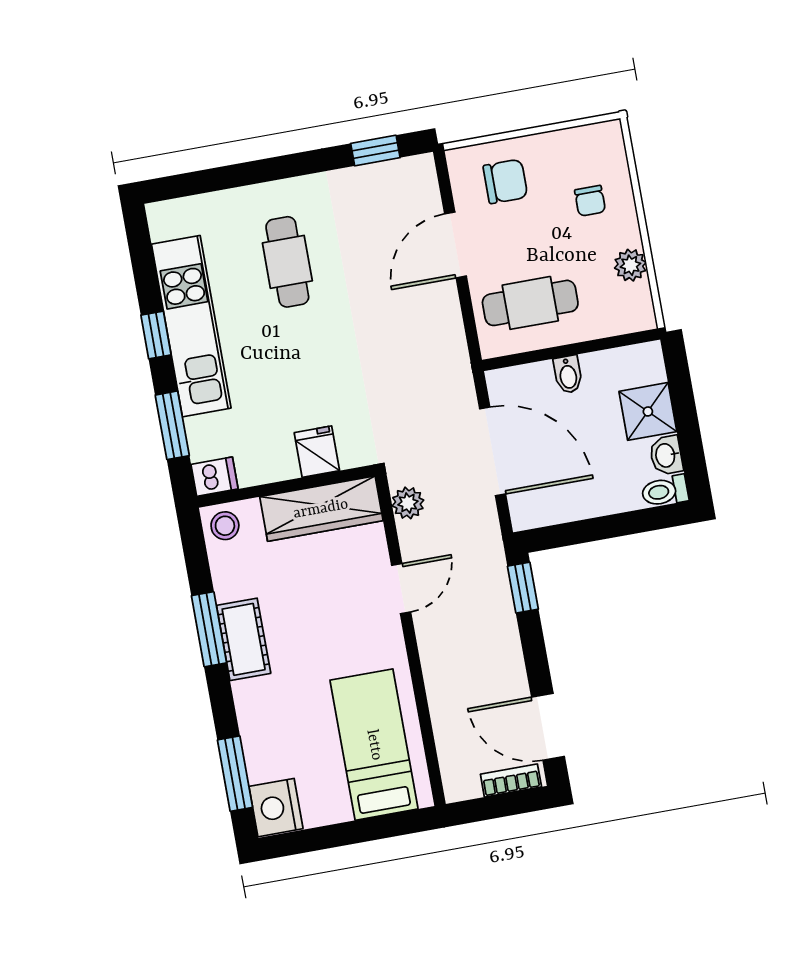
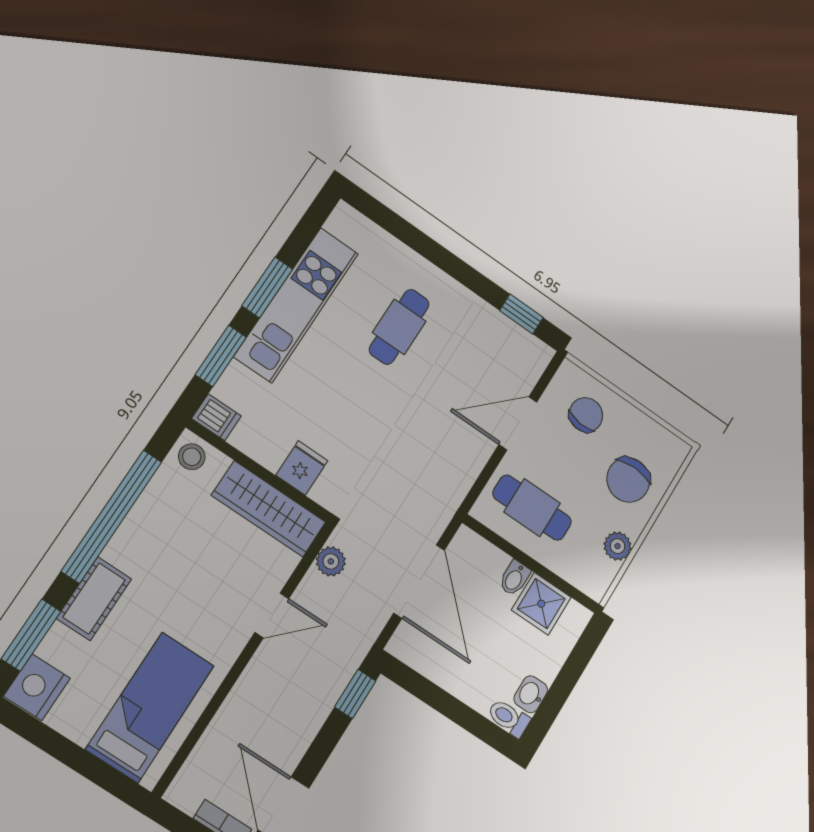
chair: (505, 181) -> (586, 415), turned -85
chair: (590, 201) -> (628, 480), width x1.87, depth x1.87
window: (156, 335) -> (267, 287), width x1.50
shower: (648, 411) -> (541, 604), moved
window: (209, 629) -> (112, 516), width x2.11
cot: (244, 639) -> (94, 599), moved

